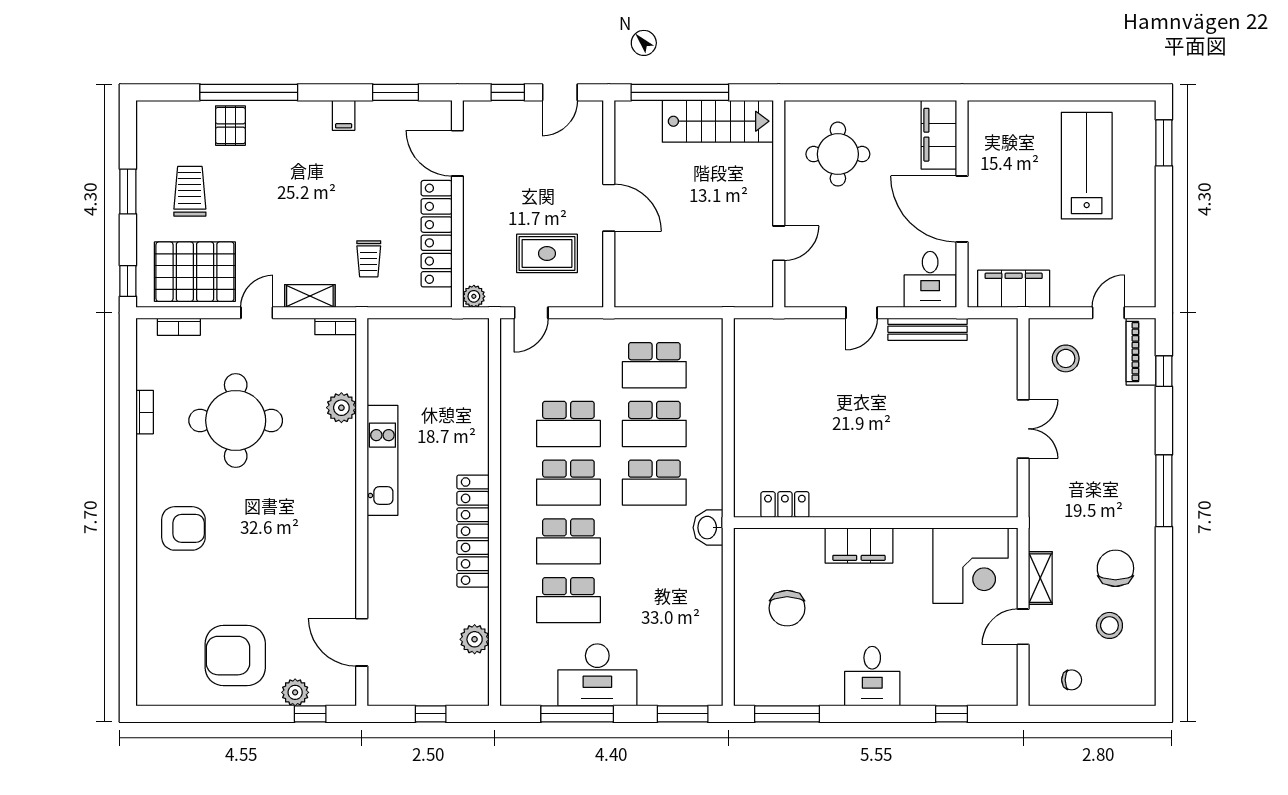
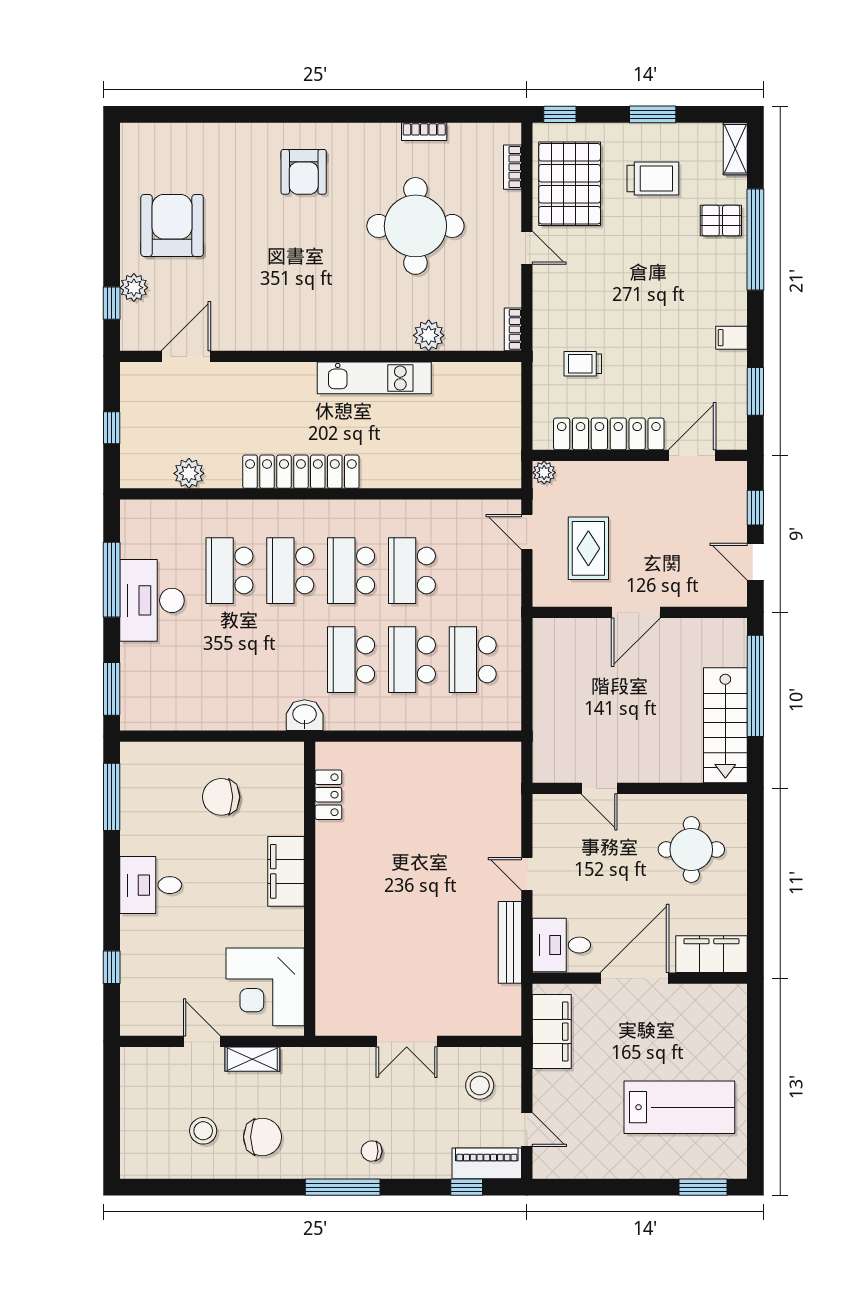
shelving: (310, 296) -> (735, 149), moved
chair: (1072, 680) -> (372, 1151), moved, turned 92

